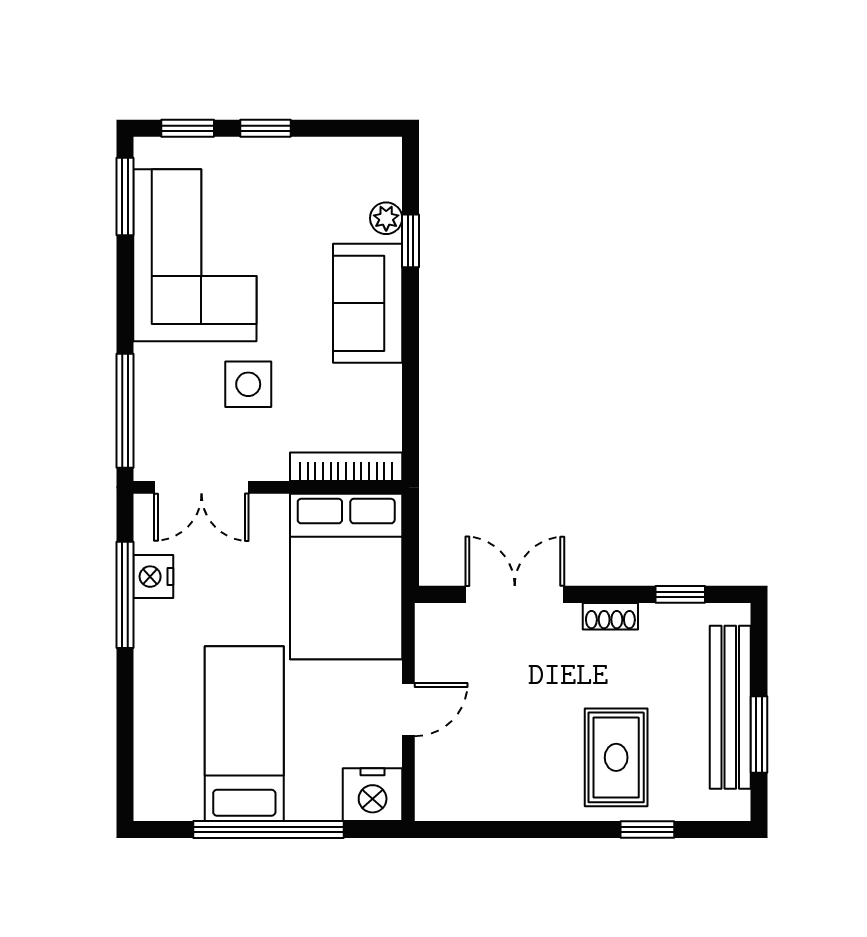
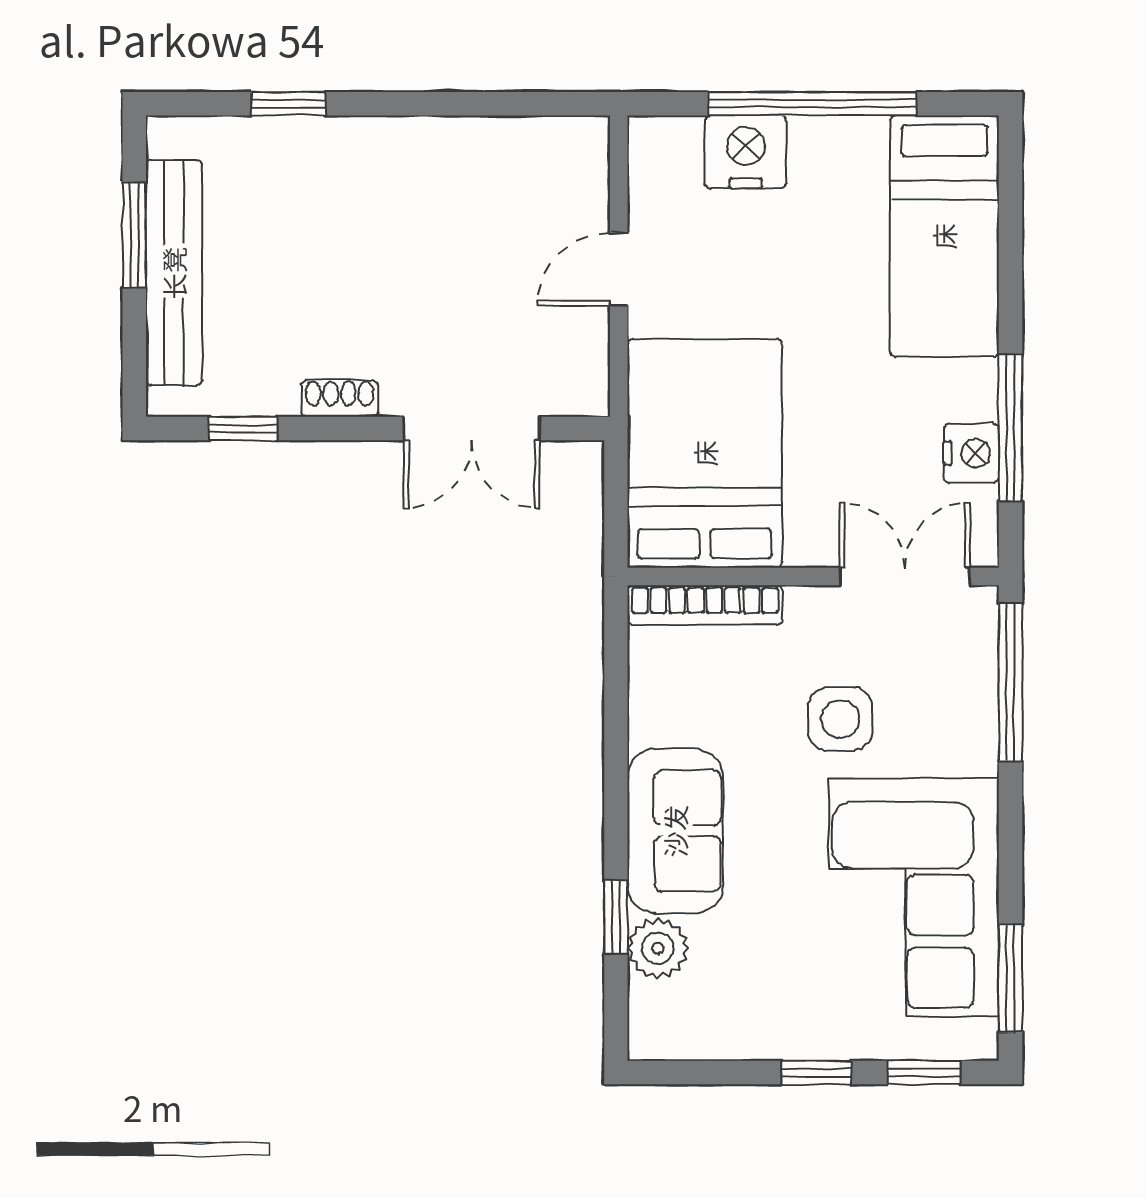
plant: (386, 218) -> (658, 948), width x1.38, depth x1.38
bed: (244, 734) -> (944, 236), moved
rug: (616, 757) -> (332, 203), removed
nightstand: (373, 795) -> (746, 152), moved

